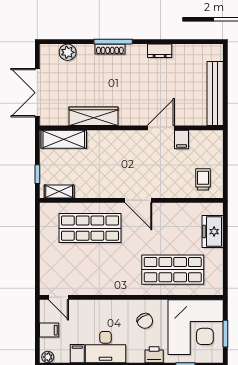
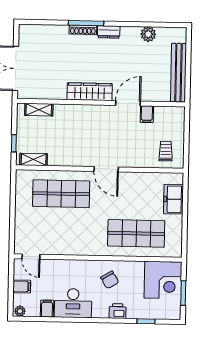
dresser: (160, 51) -> (109, 32), moved
plant: (68, 52) -> (148, 34), moved
wardrobe: (94, 116) -> (90, 92), moved
shelving: (64, 139) -> (39, 110), width x0.67, depth x0.75
corner desk: (196, 327) -> (163, 280), width x0.74, depth x0.74

